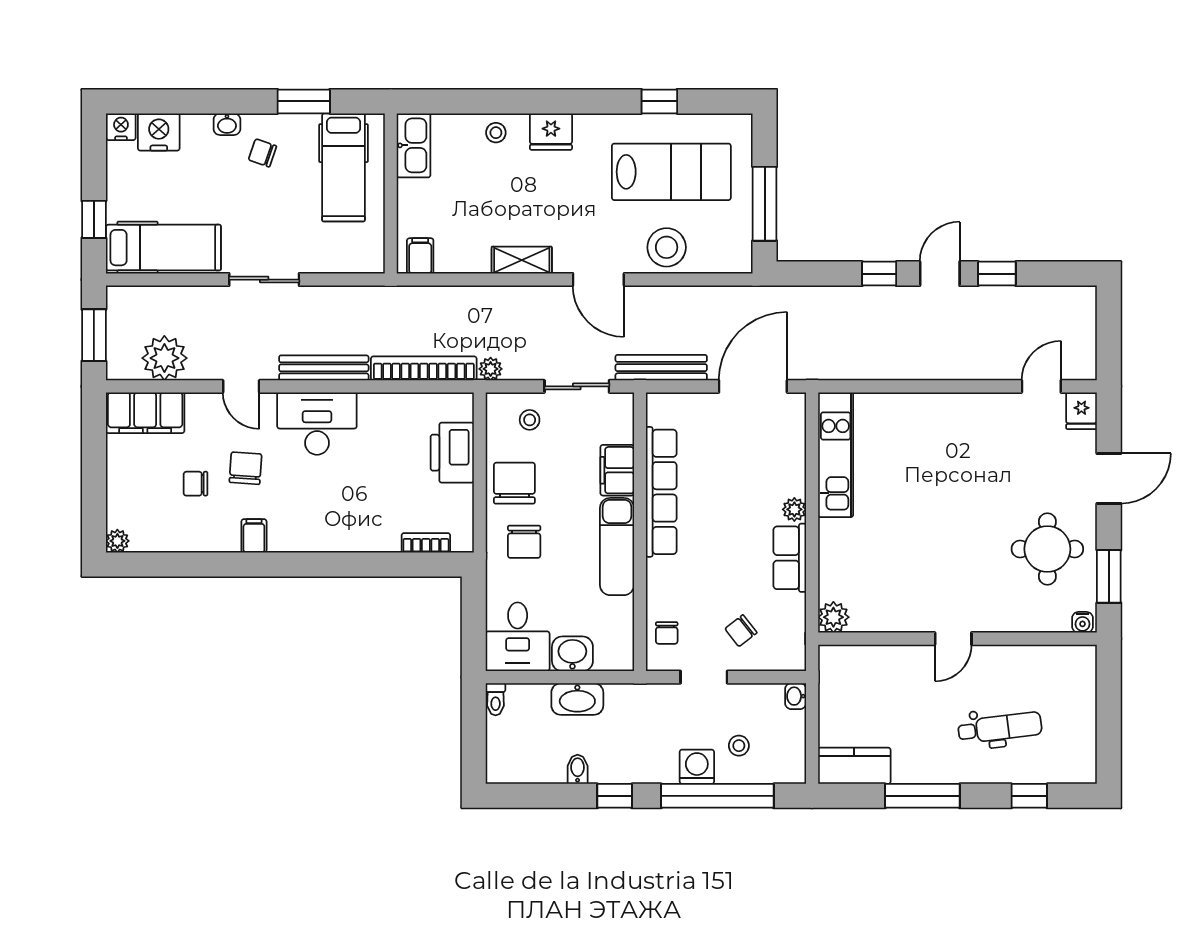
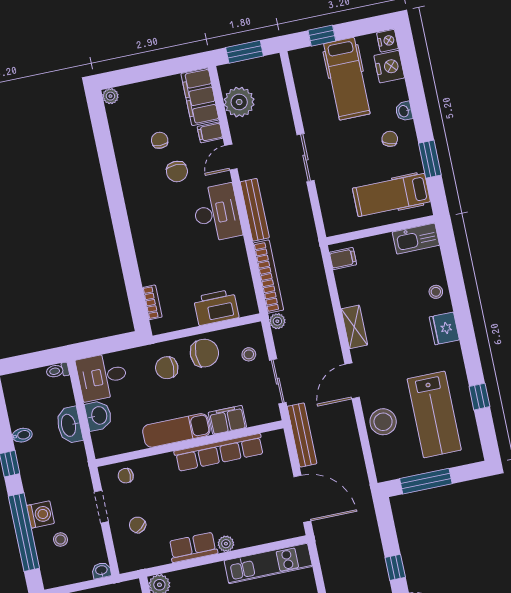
hospital bed: (163, 248) -> (347, 79), moved
chair: (246, 468) -> (177, 171), turned 86
filing cabinet: (254, 536) -> (210, 132), moved, turned 180

